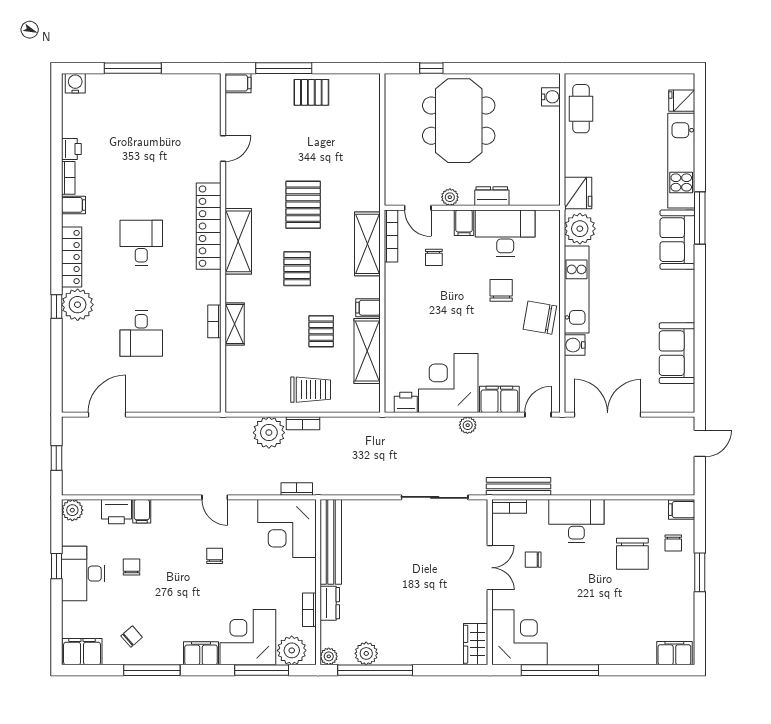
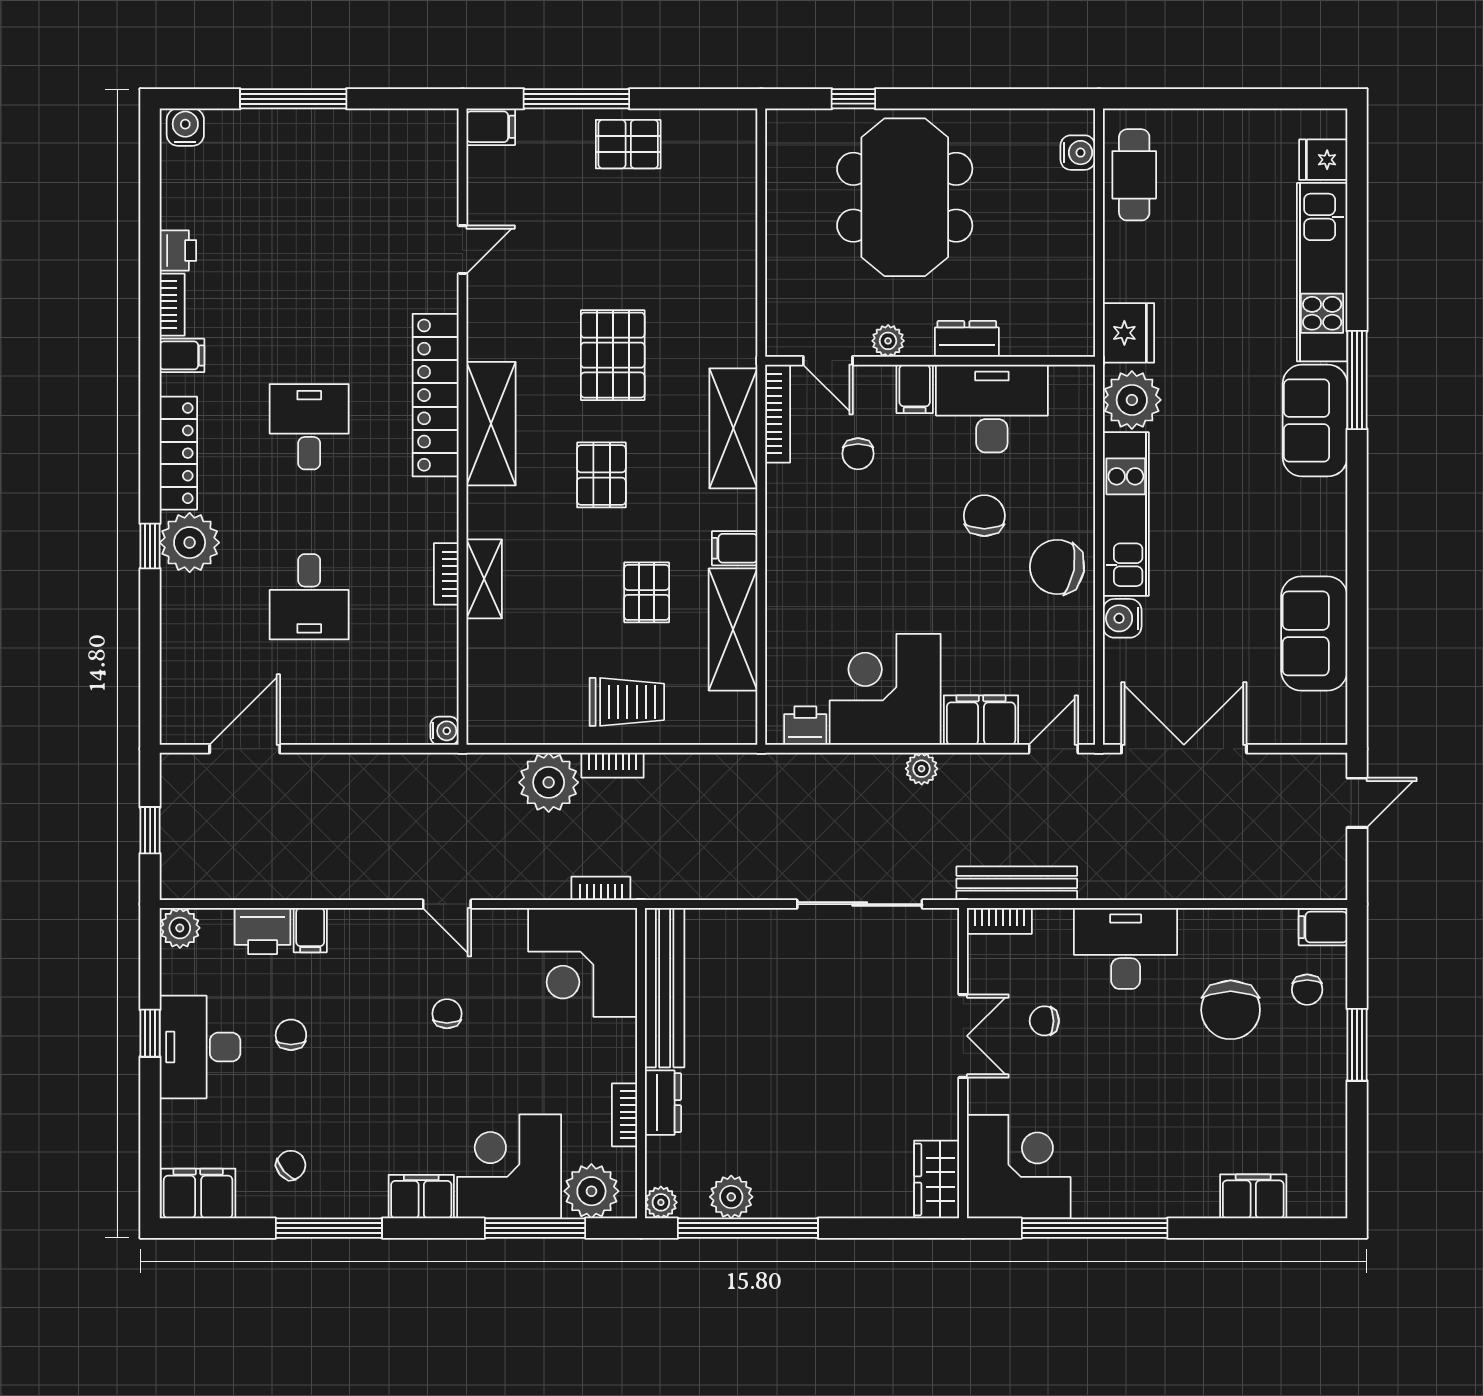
water cooler: (213, 405) -> (444, 731), added
filing cabinet: (674, 653) -> (1253, 1196), moved

